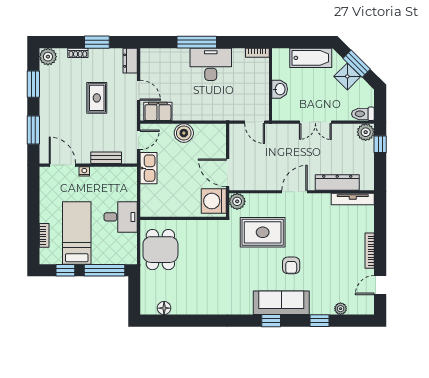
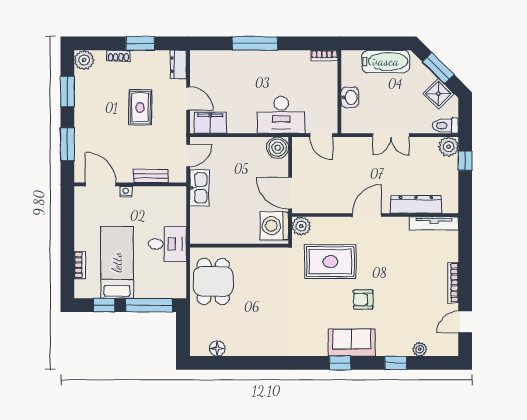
desk: (211, 64) -> (281, 115), moved, turned 180
shower: (347, 76) -> (439, 94), moved
boiler: (184, 133) -> (278, 148), moved
armchair: (291, 265) -> (363, 299), turned 90
sofa: (281, 303) -> (352, 343), width x0.73

